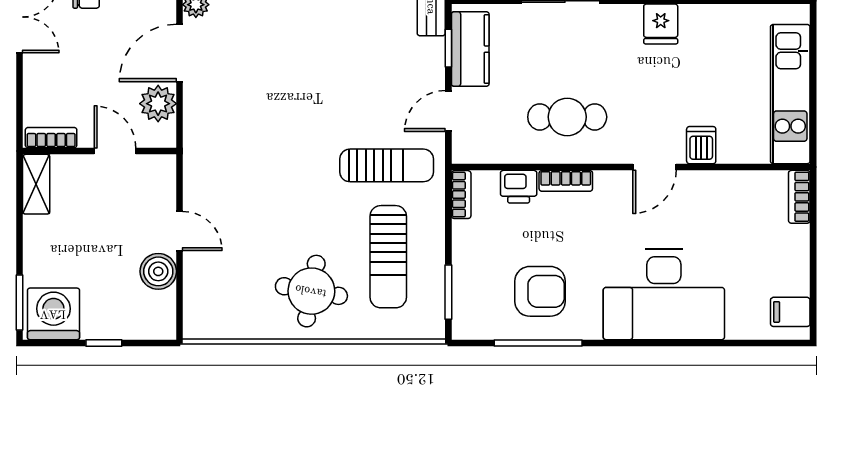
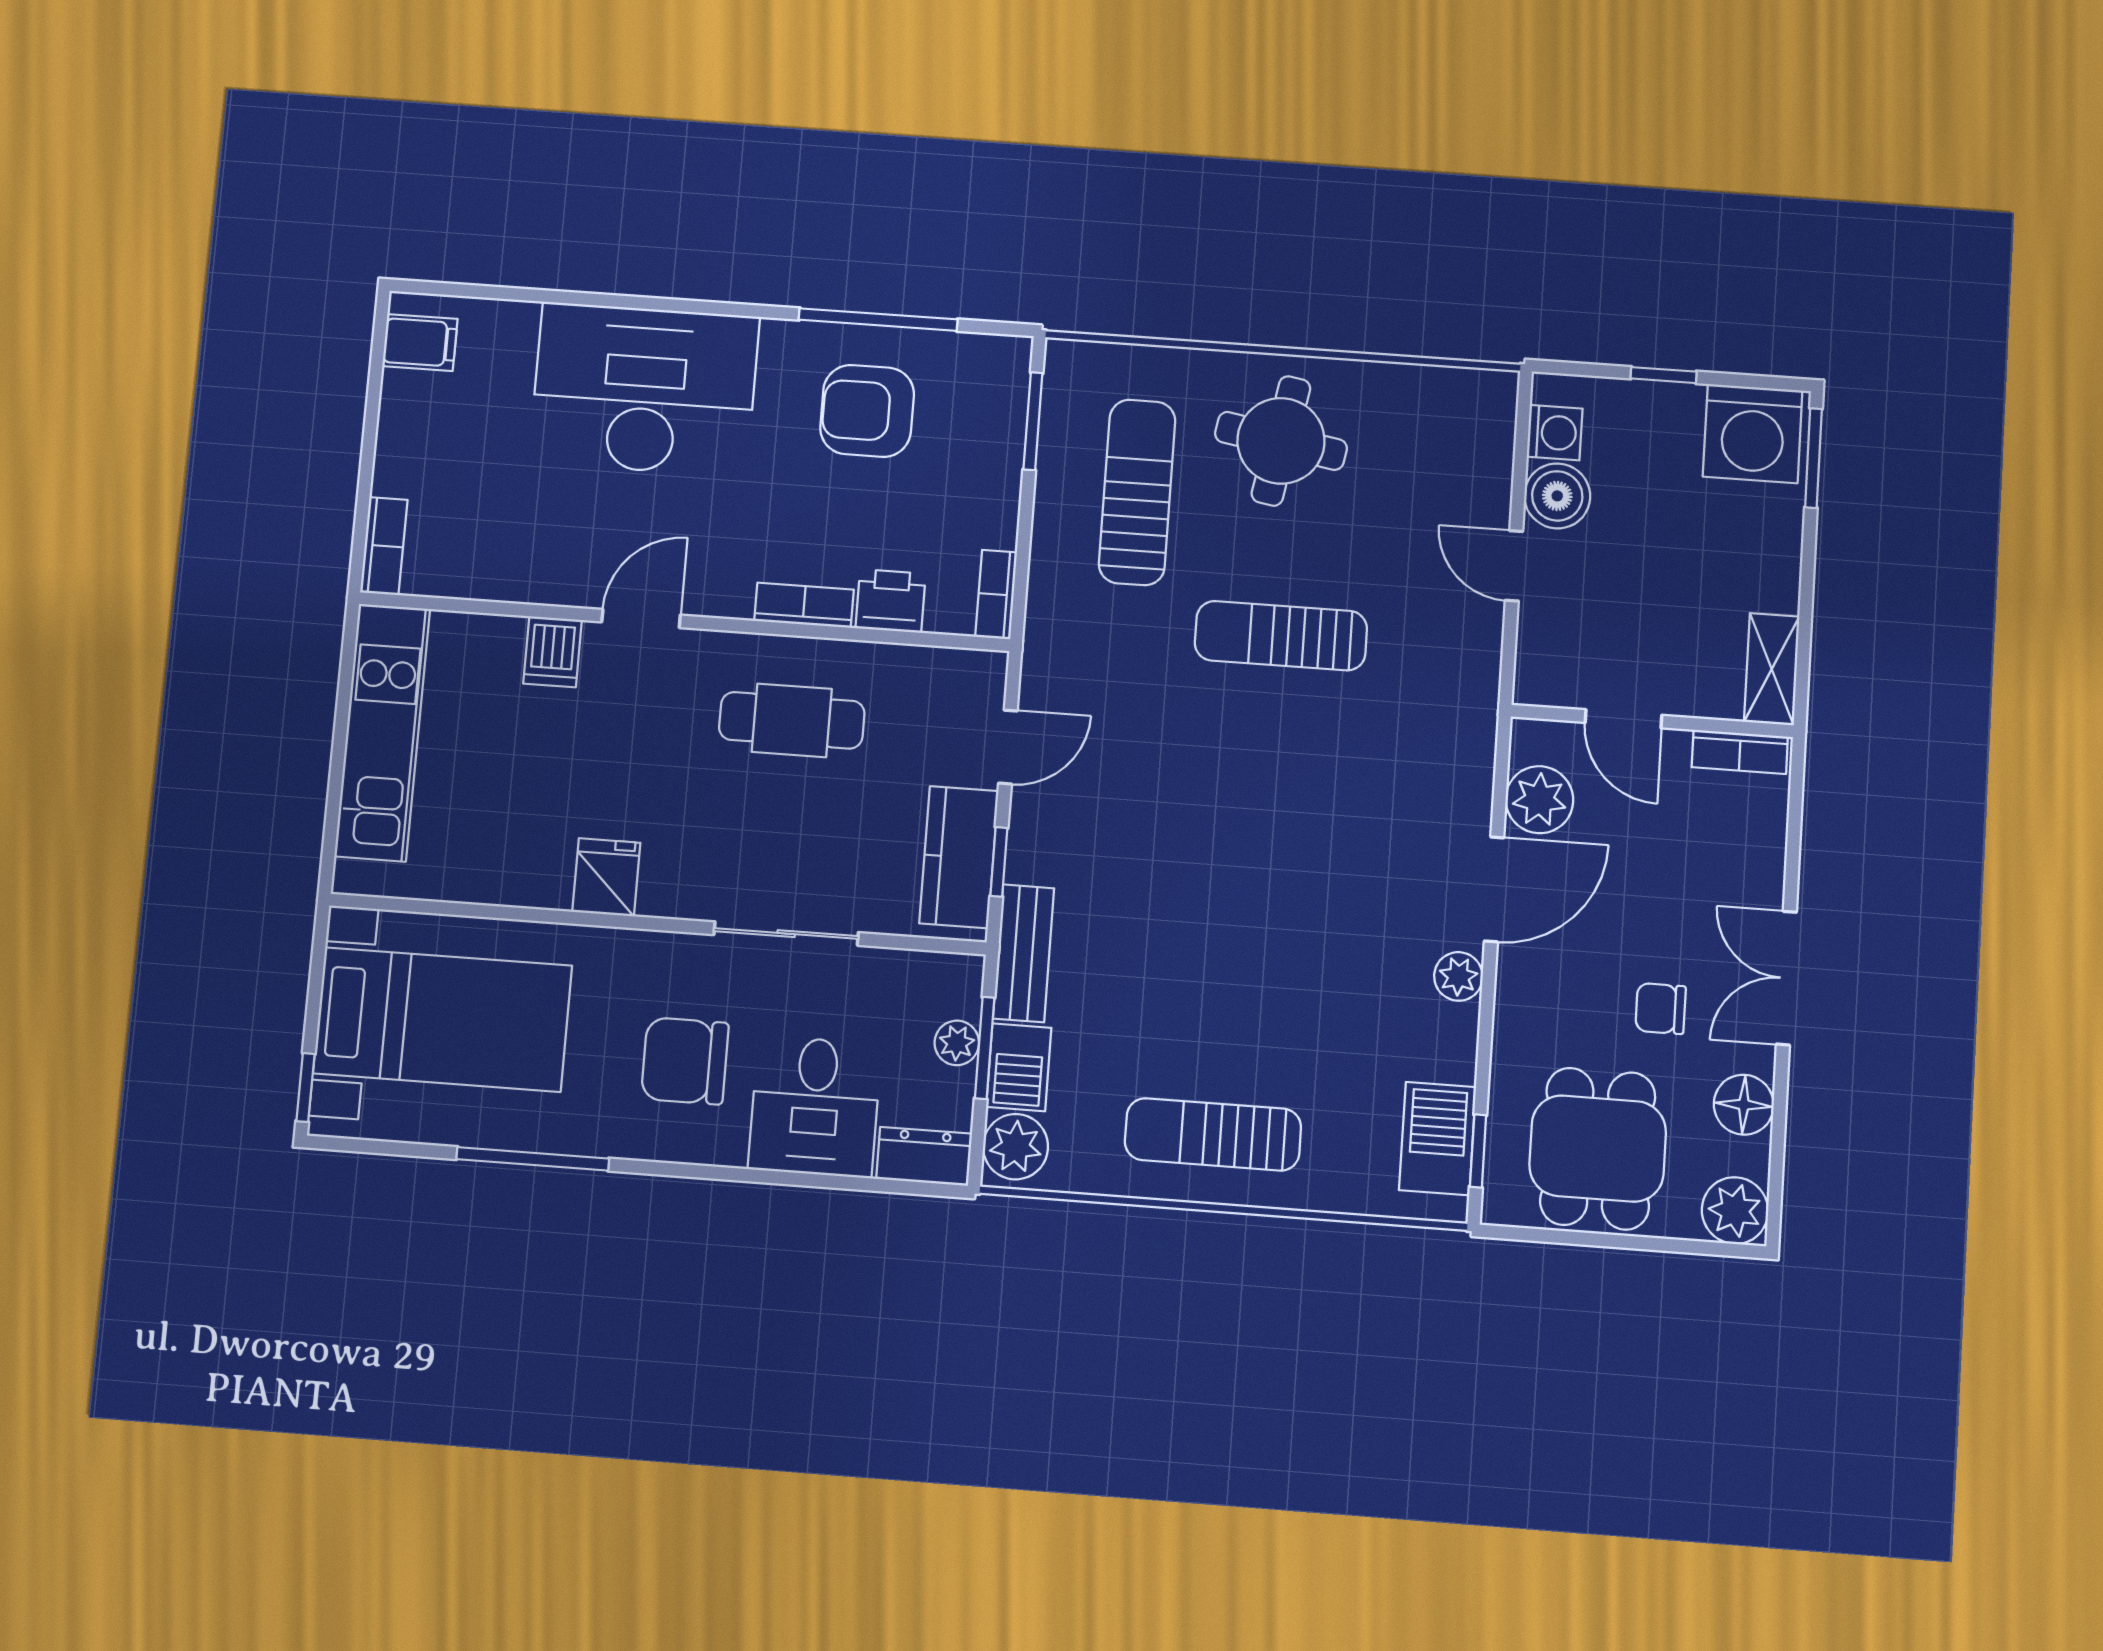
sun lounger: (387, 165) -> (1281, 636), moved
washing machine: (162, 307) -> (1555, 433), added

